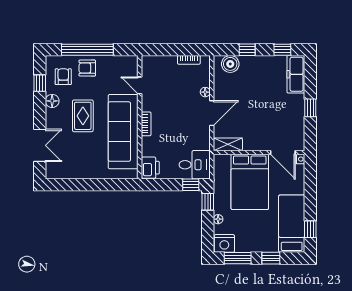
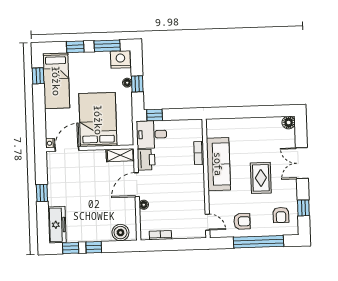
window: (247, 50) -> (94, 247), moved
armchair: (87, 68) -> (242, 221), moved
door: (140, 85) -> (207, 222), moved
floor lamp: (52, 101) -> (289, 123), moved
bookcase: (146, 124) -> (199, 153), moved
sofa: (123, 132) -> (218, 164), width x0.74, depth x0.79
double door: (40, 145) -> (302, 163), moved
door: (283, 152) -> (67, 149), hinge flipped
printer: (150, 168) -> (146, 160), moved, turned 180
window: (208, 202) -> (137, 84), moved

